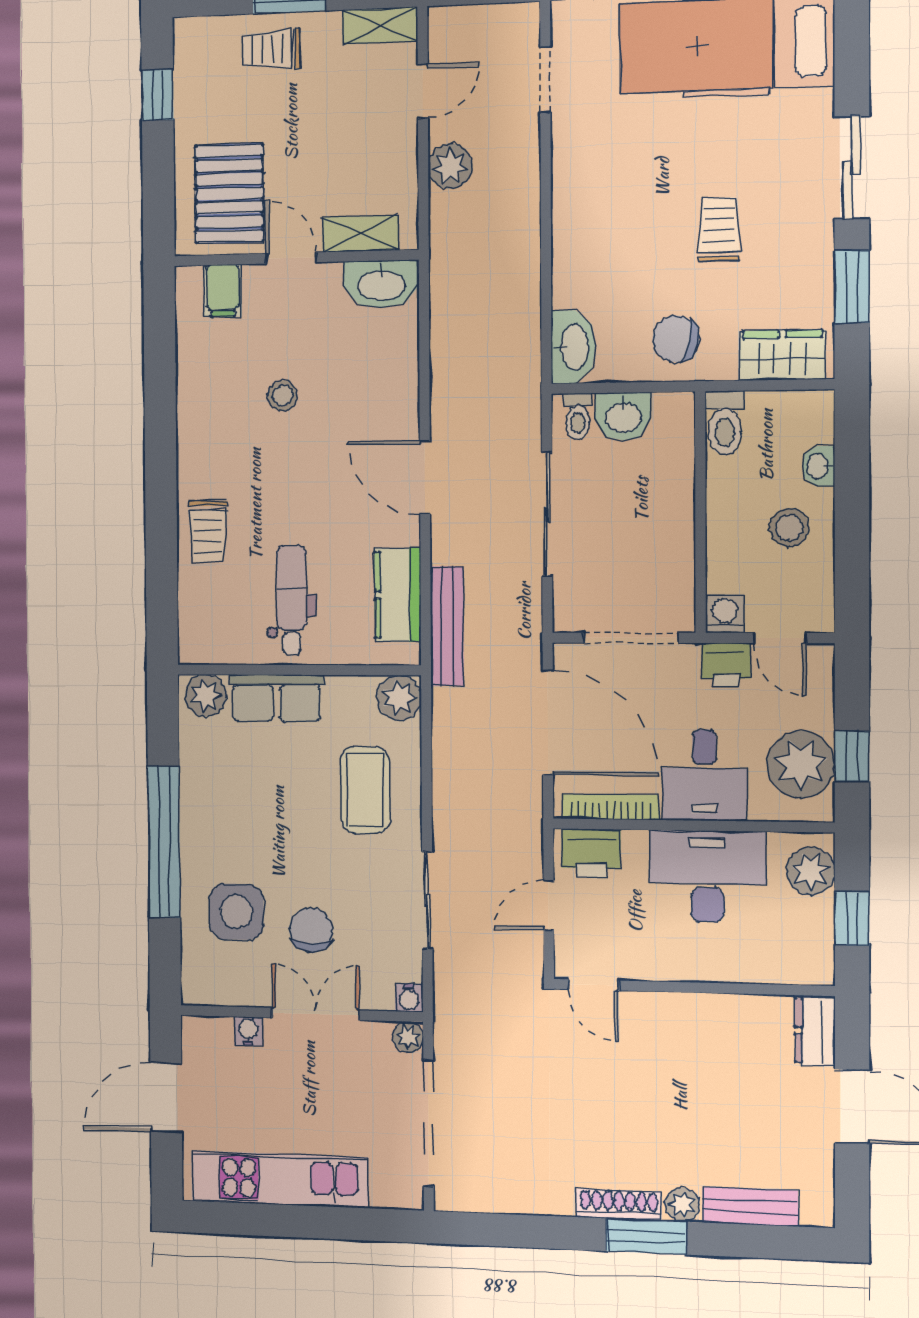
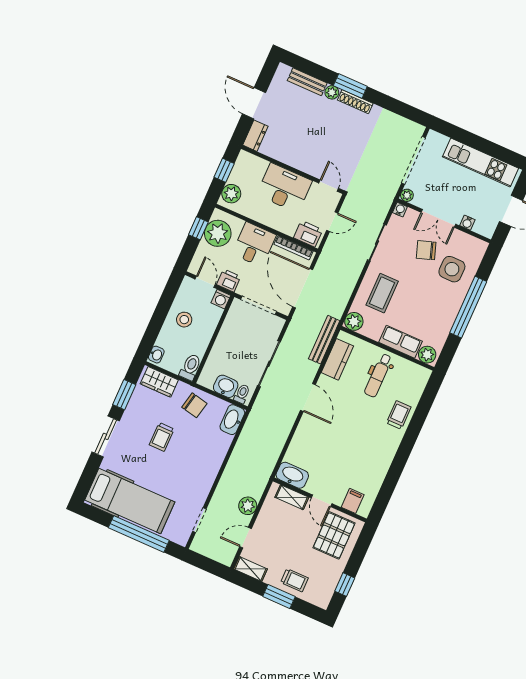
stool: (283, 396) -> (348, 452), removed
washbasin: (818, 466) -> (156, 355), moved
desk: (707, 876) -> (284, 188), moved, turned 180
chair: (311, 930) -> (426, 250), turned 71

